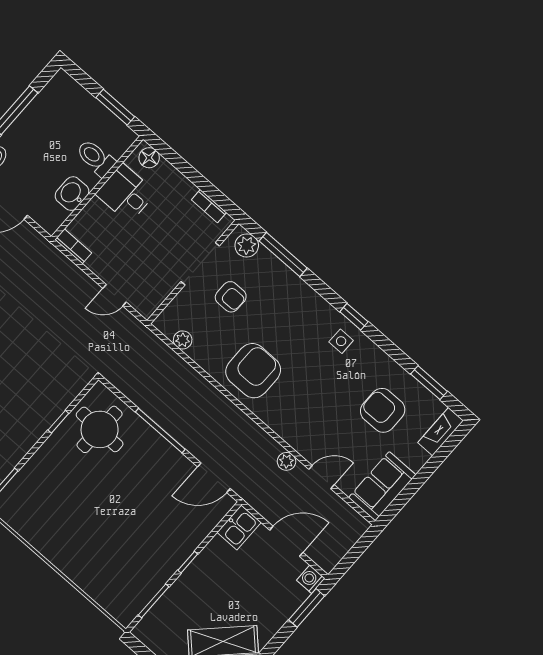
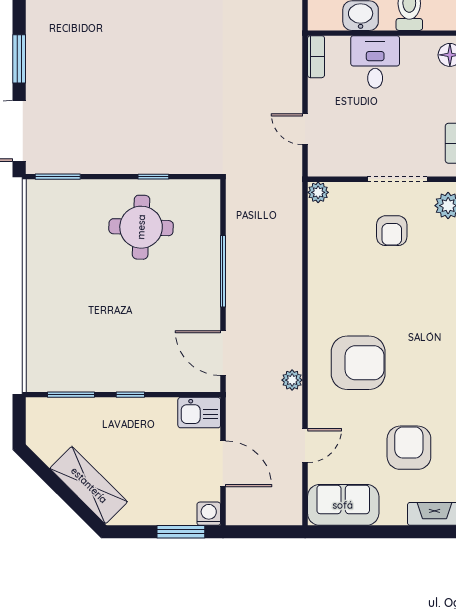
desk: (126, 193) -> (375, 62), moved
plant: (183, 340) -> (318, 192), moved
side table: (341, 341) -> (437, 359), removed
armchair: (253, 371) -> (358, 363), moved
round table: (100, 429) -> (141, 227), moved
plant: (286, 461) -> (292, 380), moved
door: (322, 477) -> (305, 446), hinge flipped

